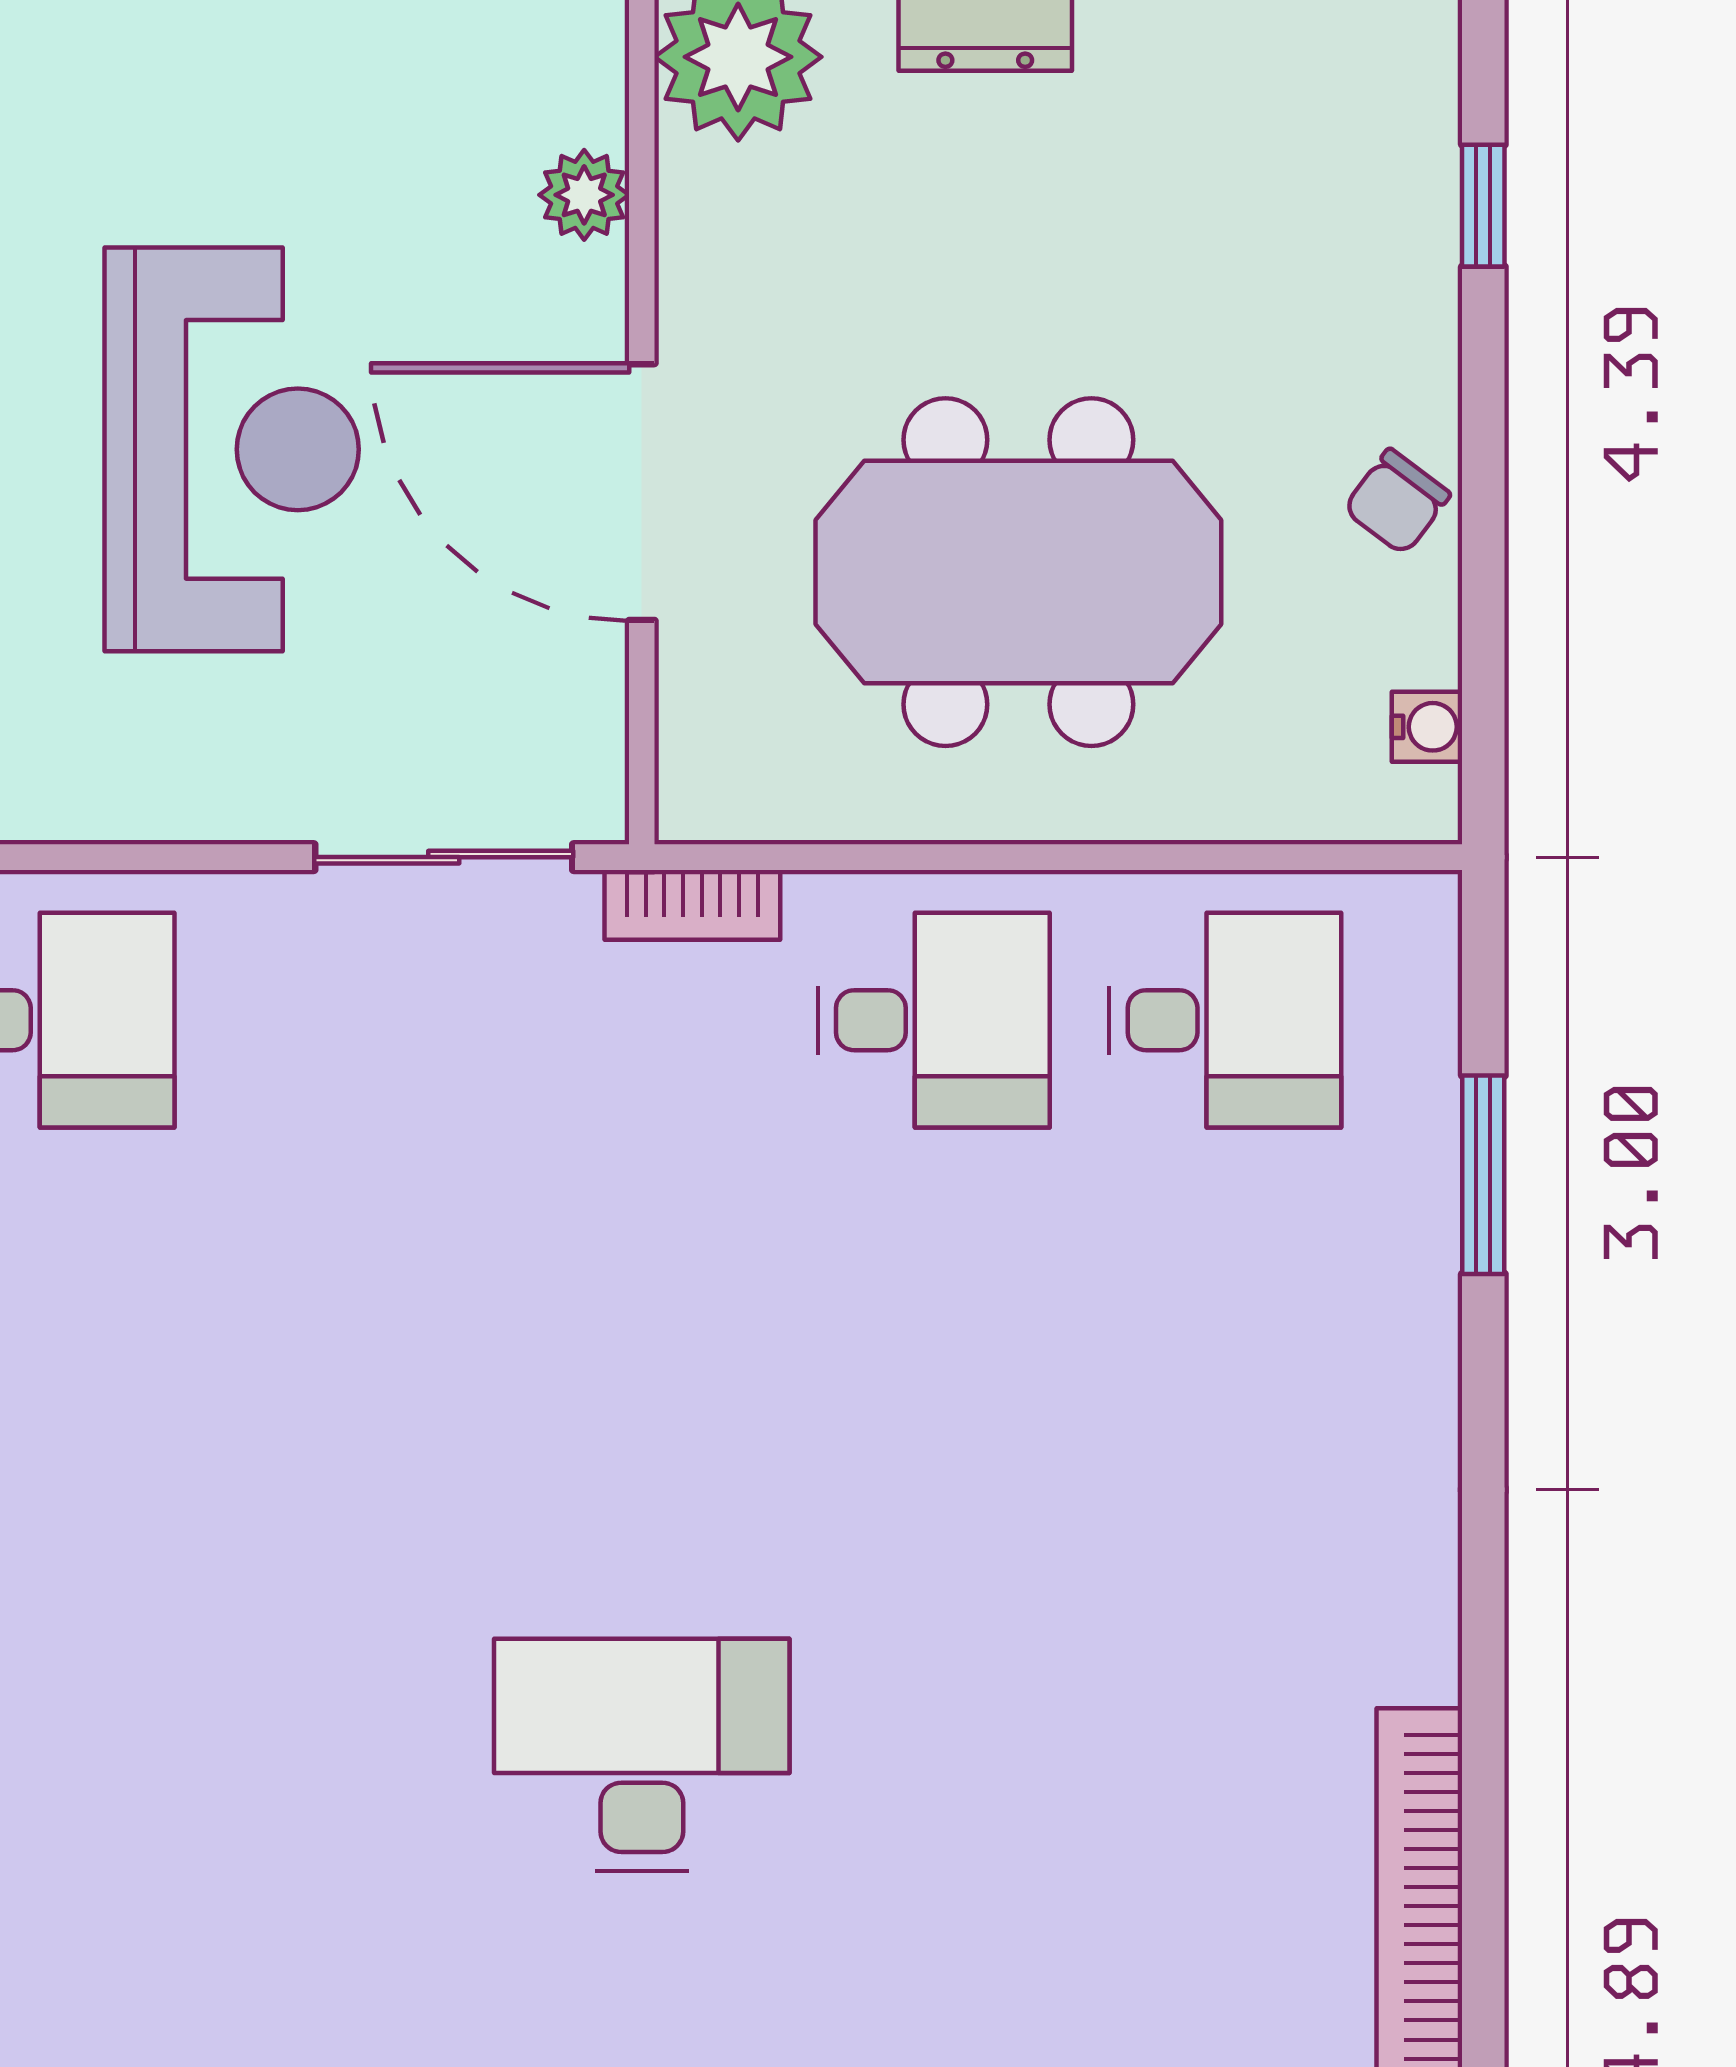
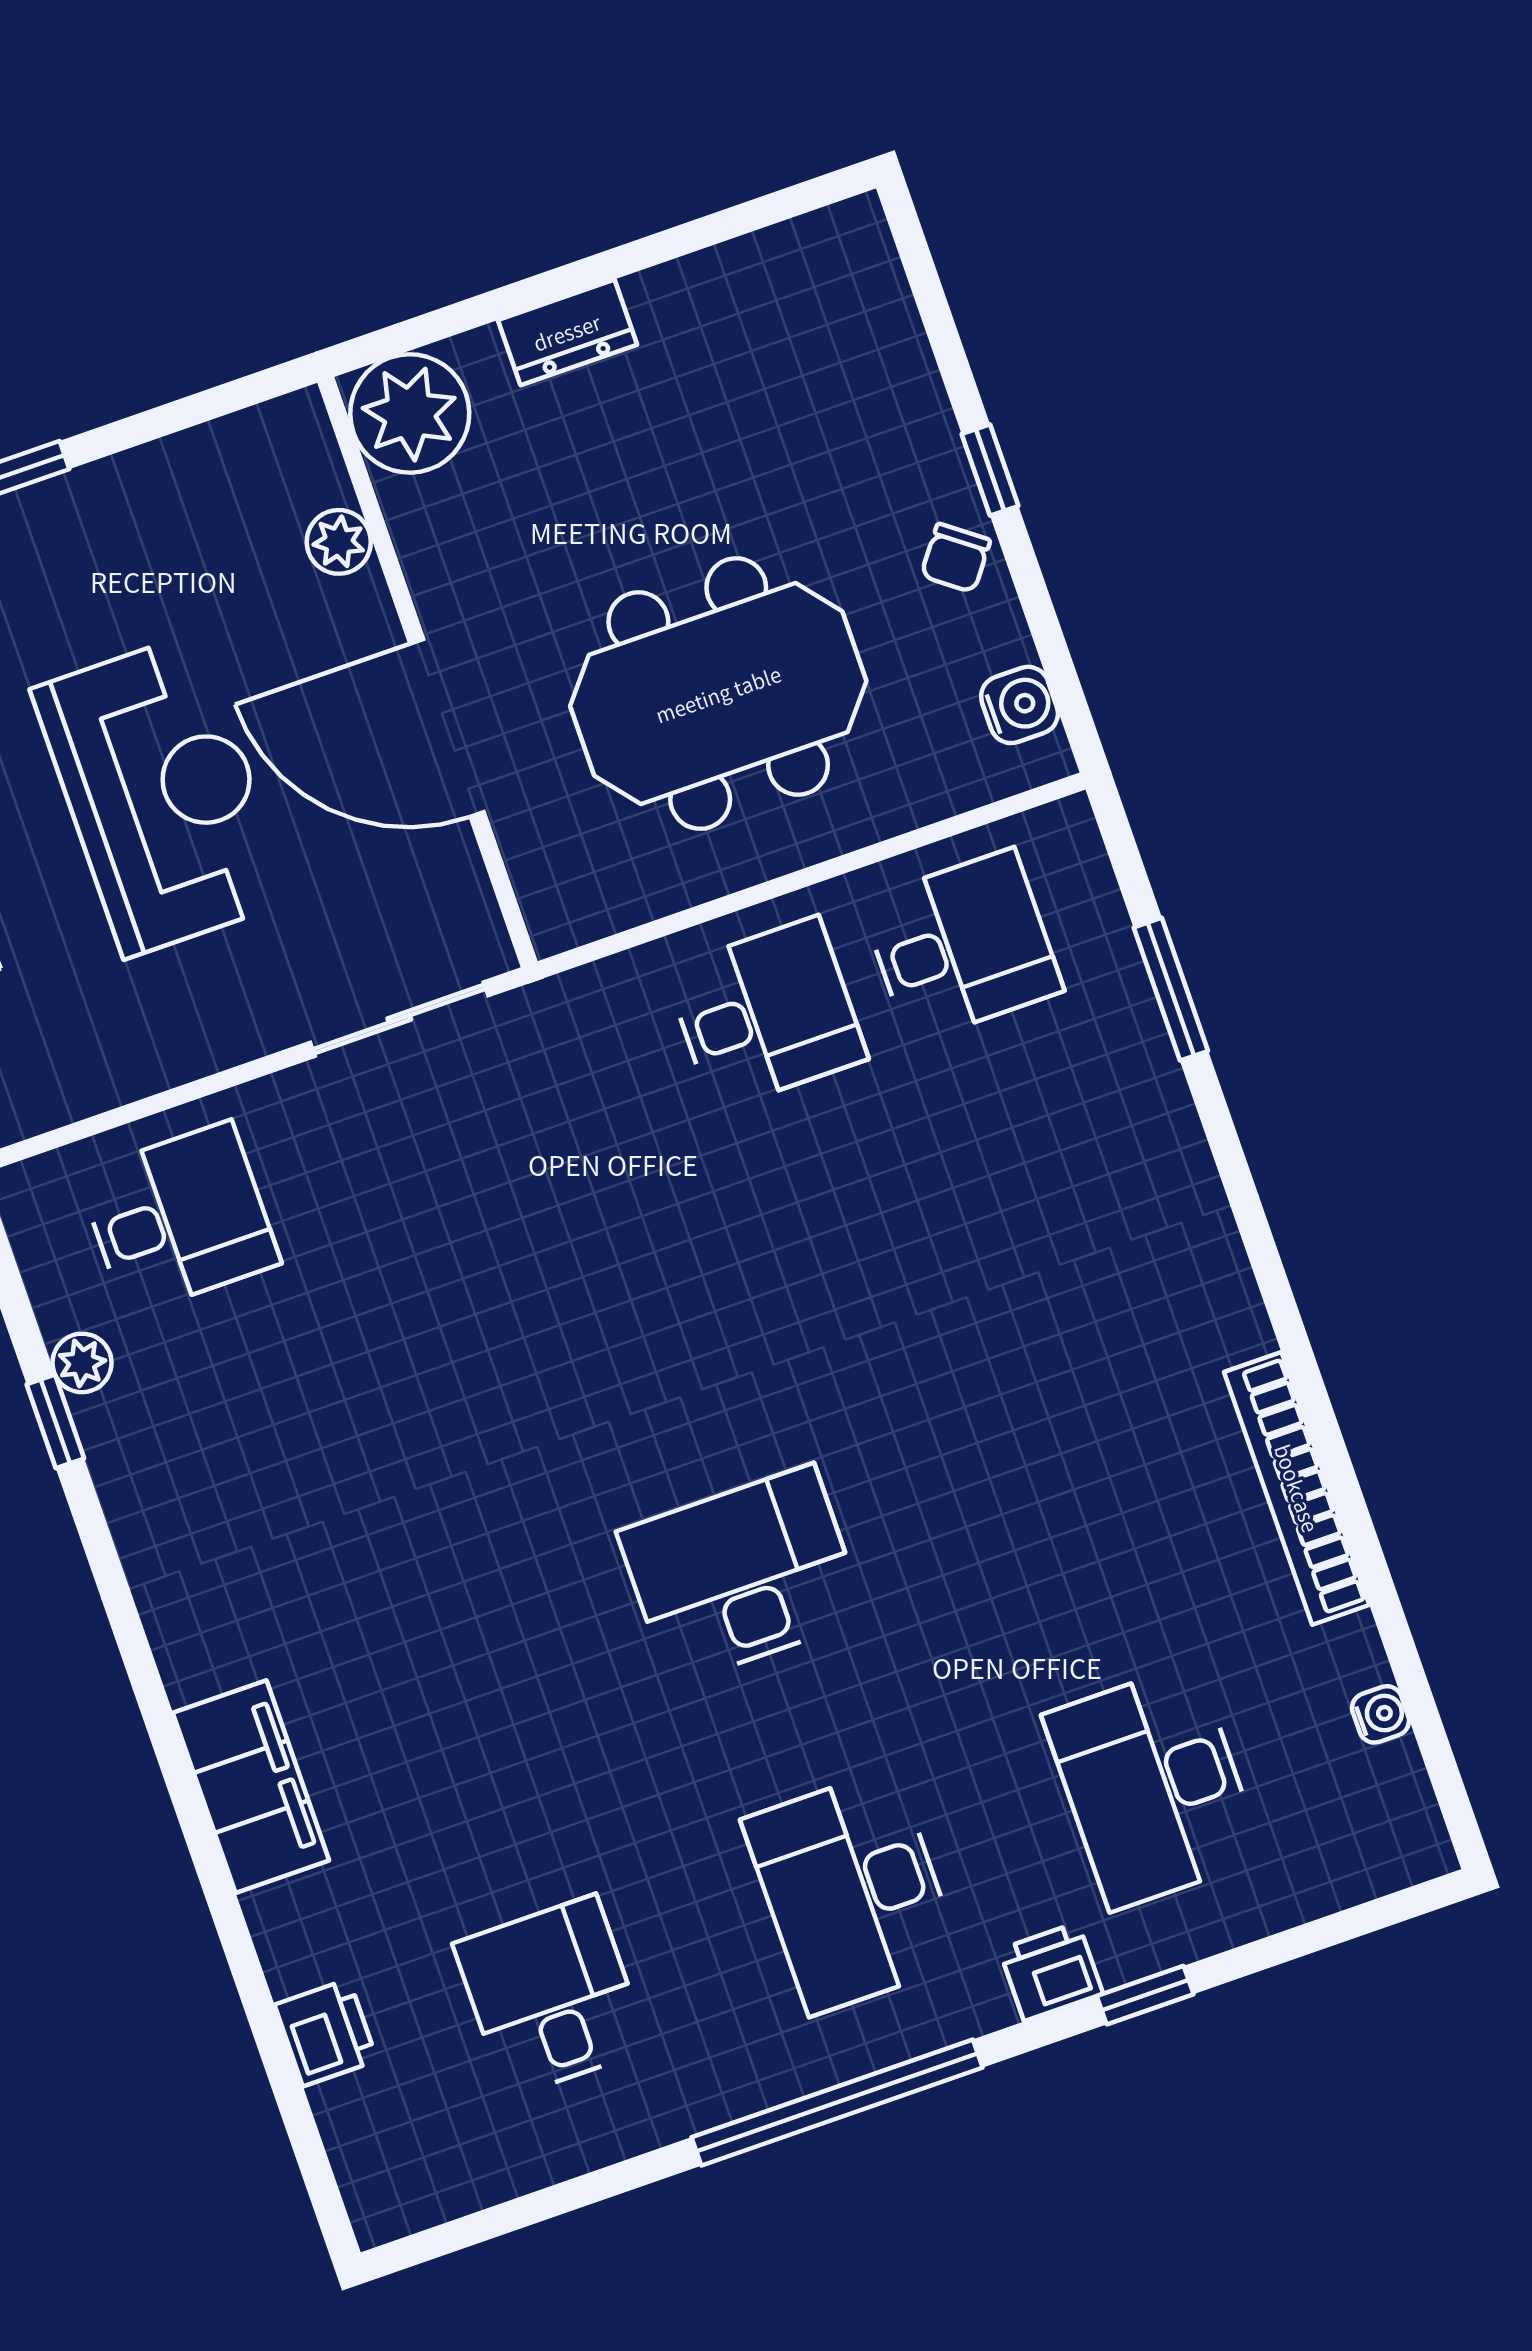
window: (1483, 206) -> (990, 470), moved
water cooler: (1427, 727) -> (1020, 705), width x1.38, depth x1.38
bookcase: (692, 905) -> (577, 993), removed

